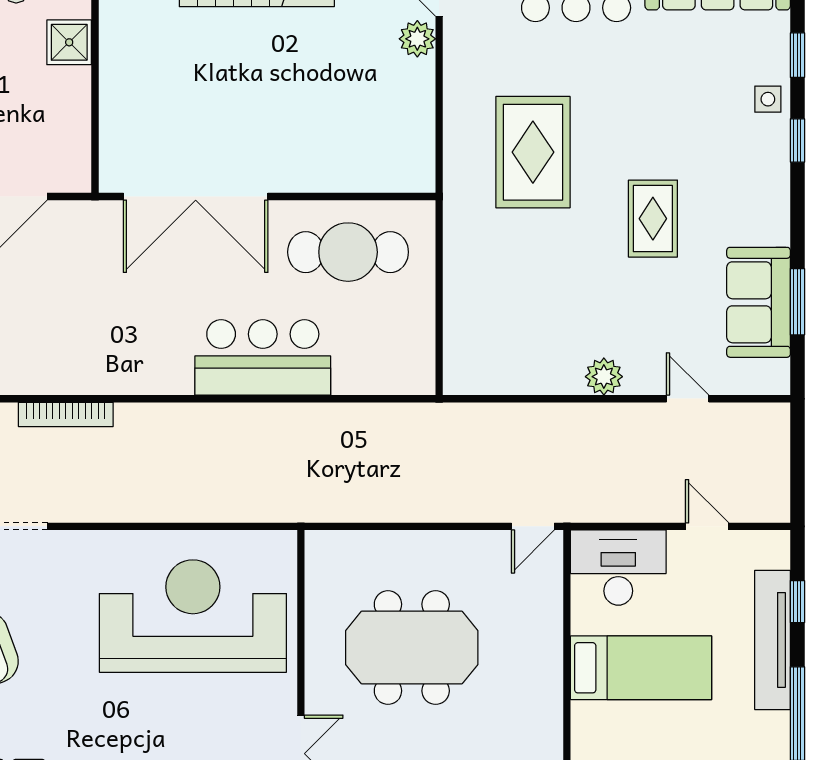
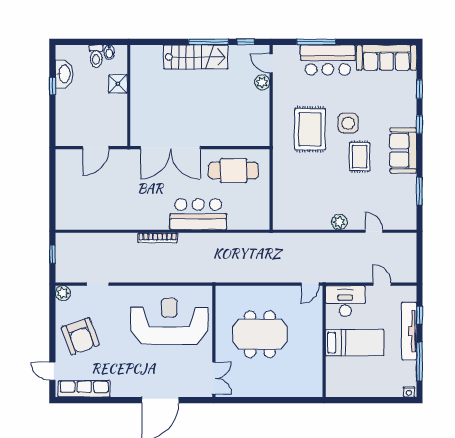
side table: (768, 99) -> (348, 123), moved, width x1.87, depth x1.87
sofa: (759, 302) -> (403, 150), moved
bookcase: (66, 414) -> (158, 238), moved

